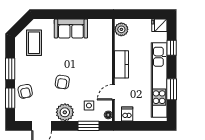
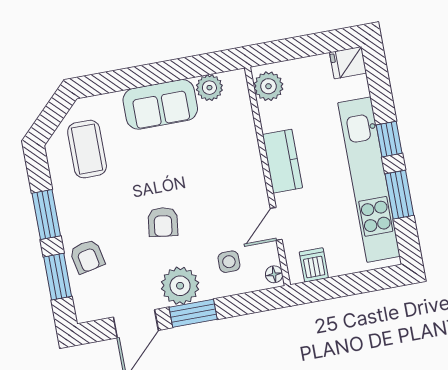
plant: (95, 25) -> (209, 88), added
window: (172, 48) -> (389, 139), moved
window: (88, 126) -> (193, 313), moved

